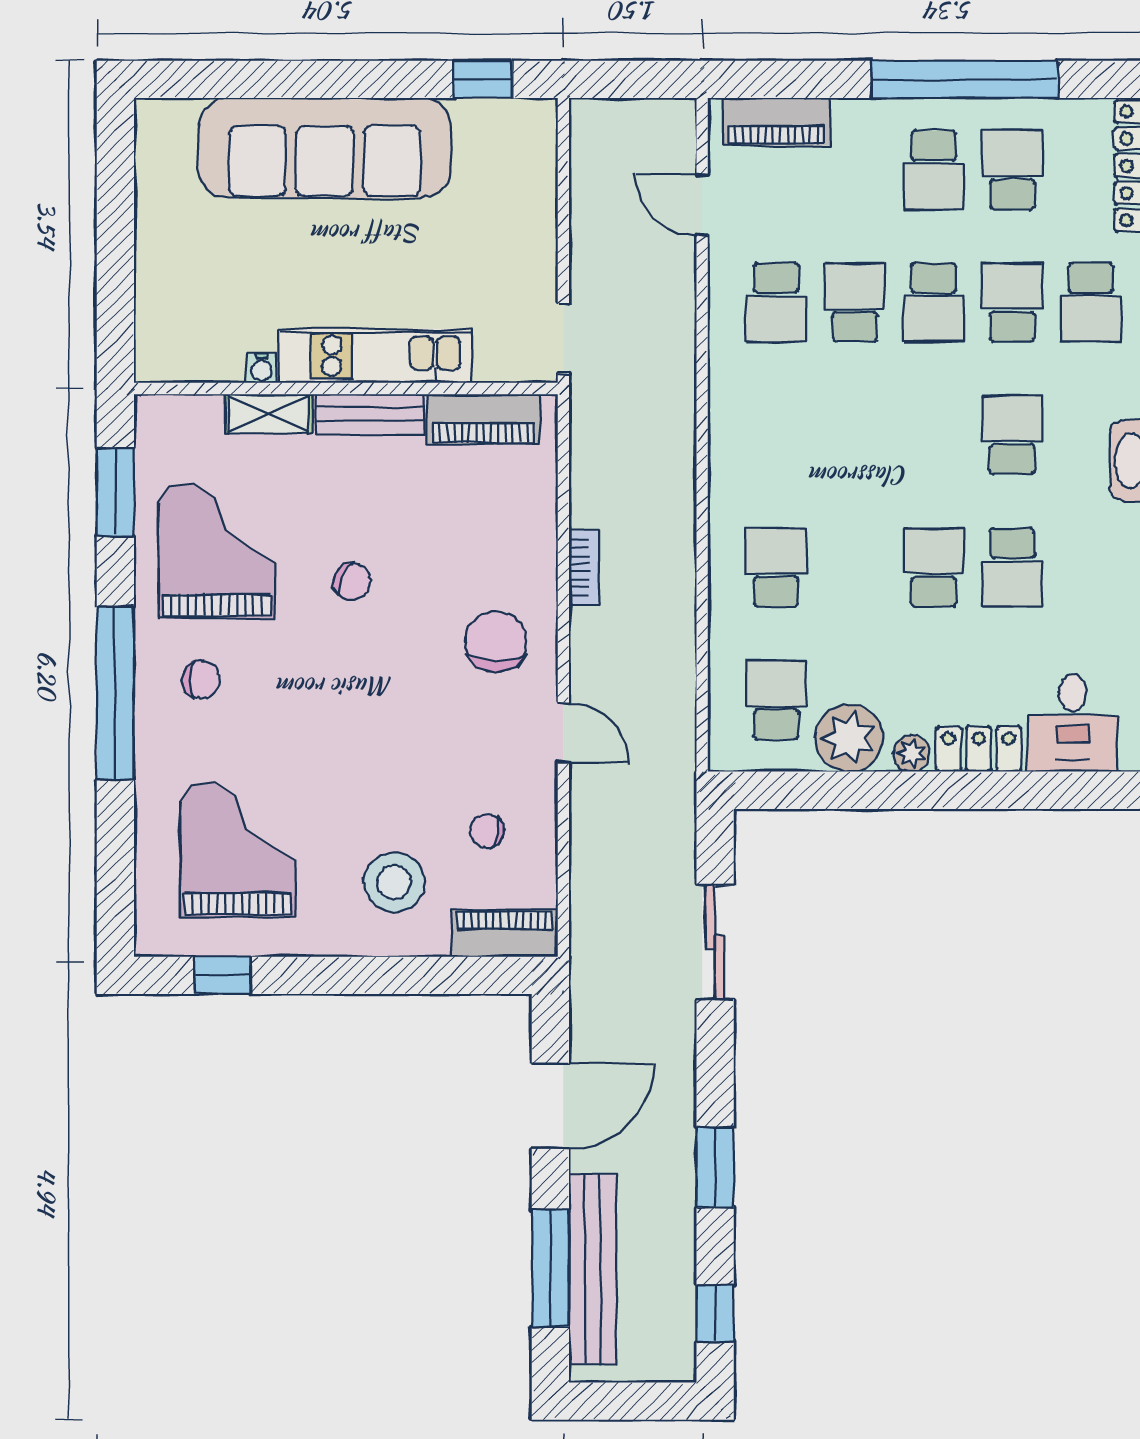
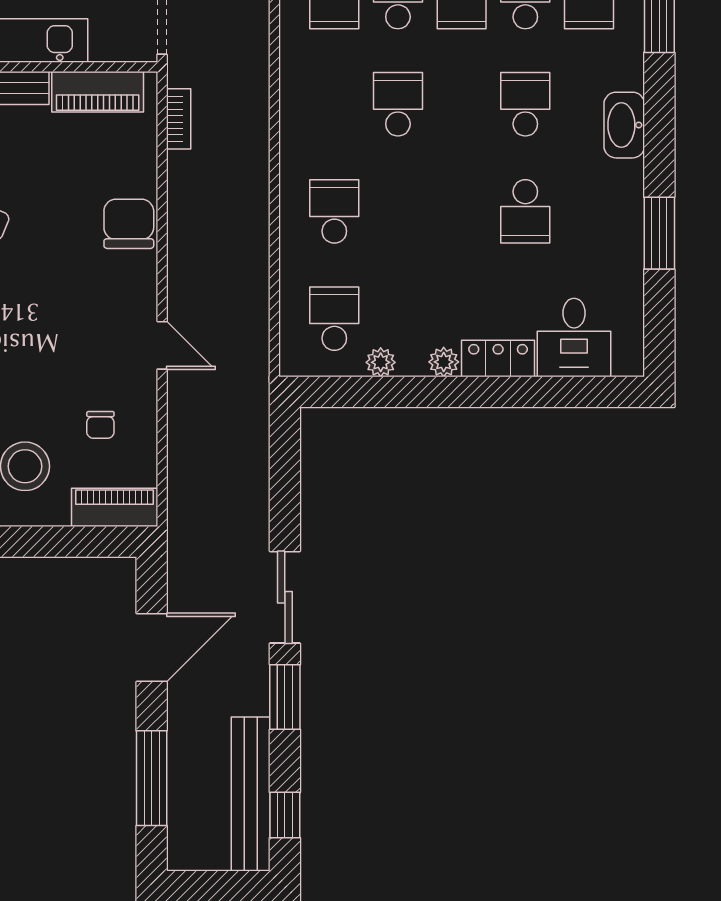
school desk: (934, 567) -> (398, 104), moved
bookcase: (584, 568) -> (179, 119), moved
chair: (496, 642) -> (129, 224), moved
plant: (849, 738) -> (381, 362), width x0.53, depth x0.53
chair: (487, 831) -> (100, 425), turned -102
sliding door: (715, 942) -> (285, 597), moved
bench: (593, 1269) -> (251, 794), moved

